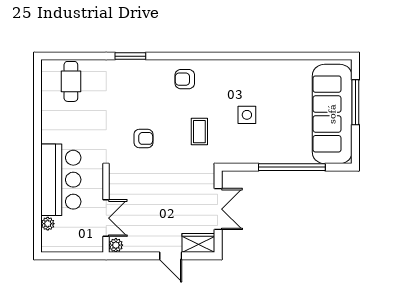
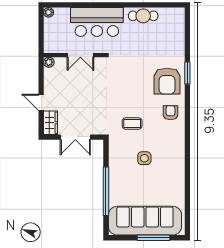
cafe table: (71, 81) -> (143, 16), moved
armchair: (143, 138) -> (167, 81), moved, width x1.88, depth x1.88
double door: (106, 218) -> (80, 55), moved
plant: (48, 224) -> (49, 12), moved
door: (171, 256) -> (41, 102), hinge flipped

